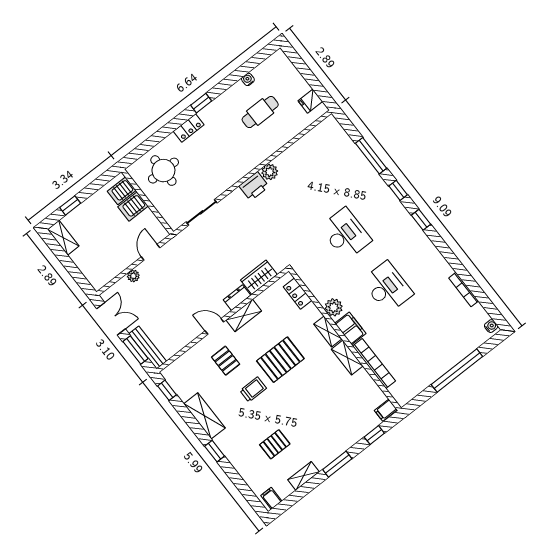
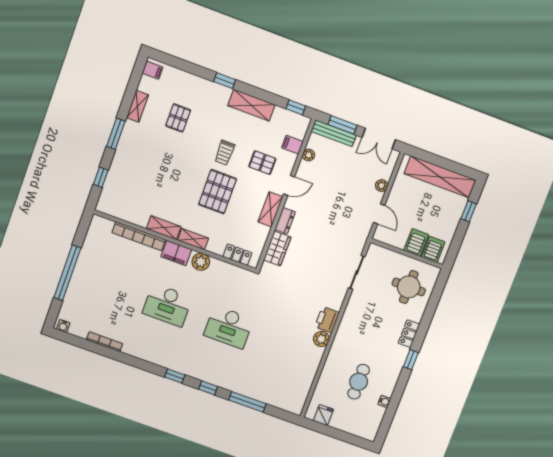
shelving: (63, 238) -> (440, 177), width x2.20, depth x1.33
plant: (181, 342) -> (309, 155), added
filing cabinet: (386, 410) -> (292, 145), moved, turned -90

